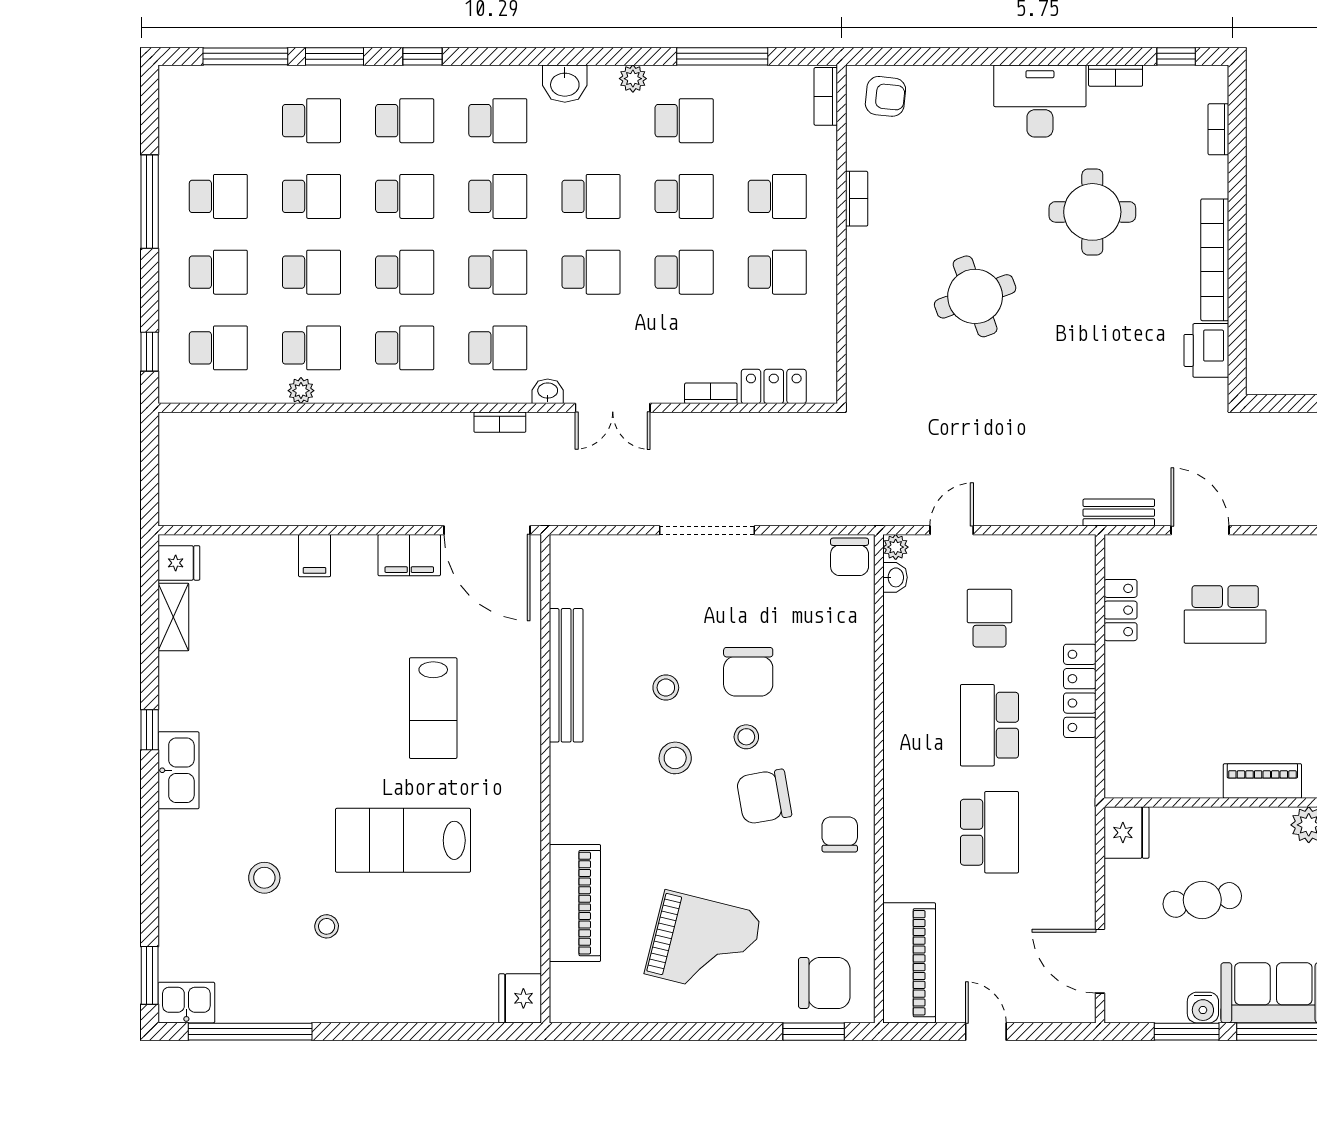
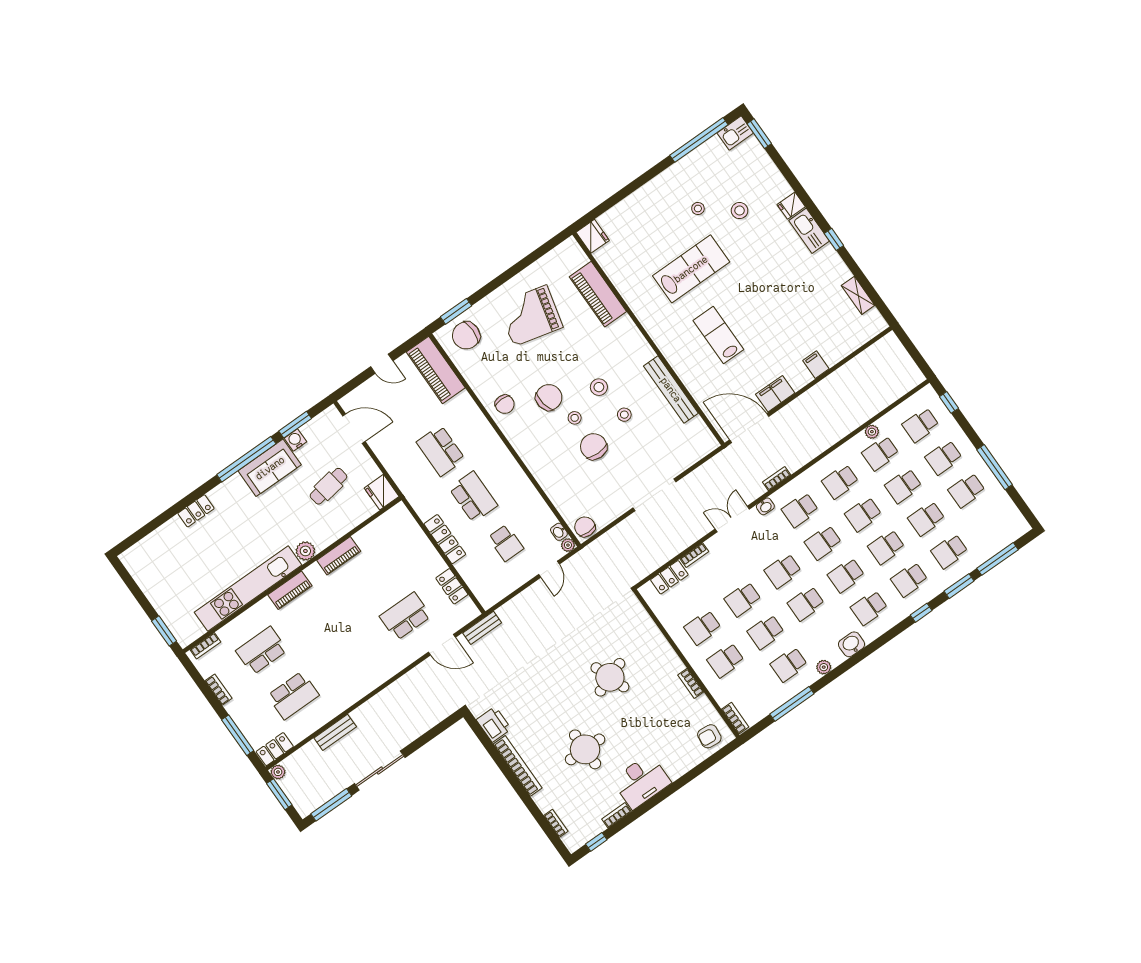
fridge: (179, 563) -> (791, 206), moved

